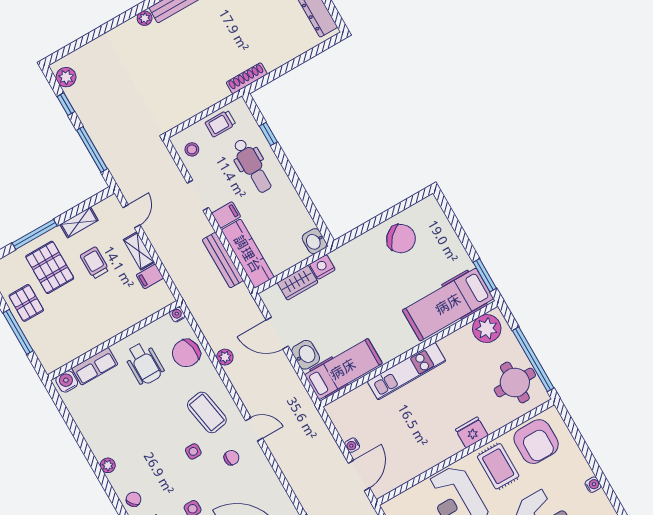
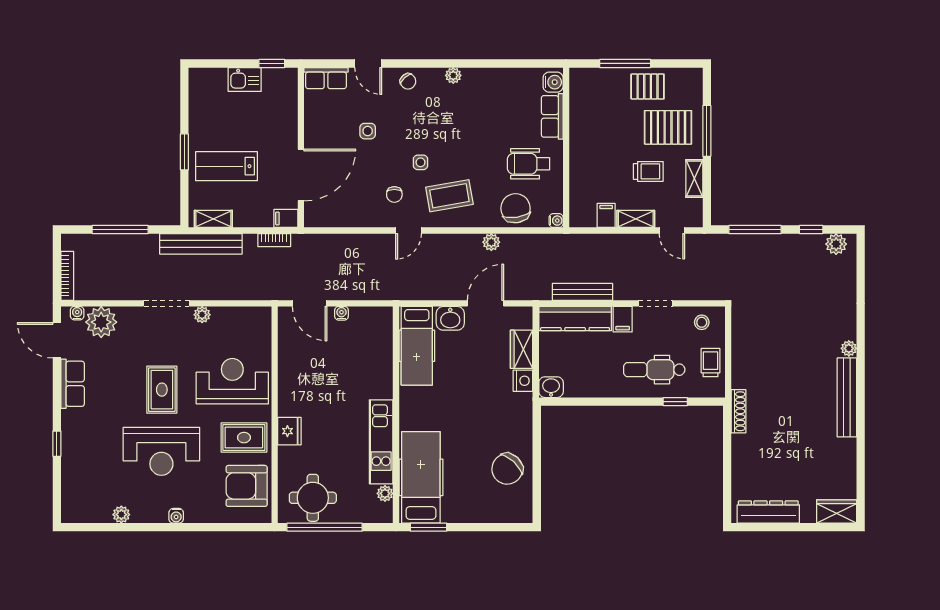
plant: (487, 329) -> (385, 493), width x0.53, depth x0.53
kitchen unit: (407, 371) -> (381, 442), moved

